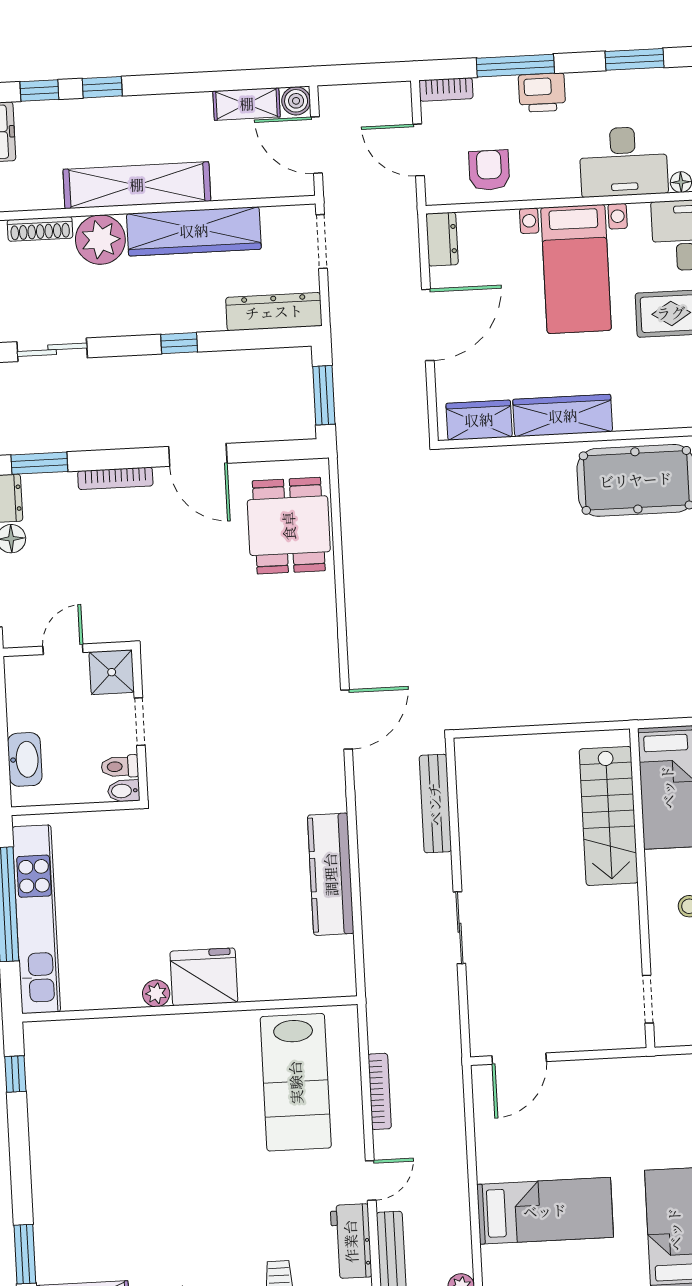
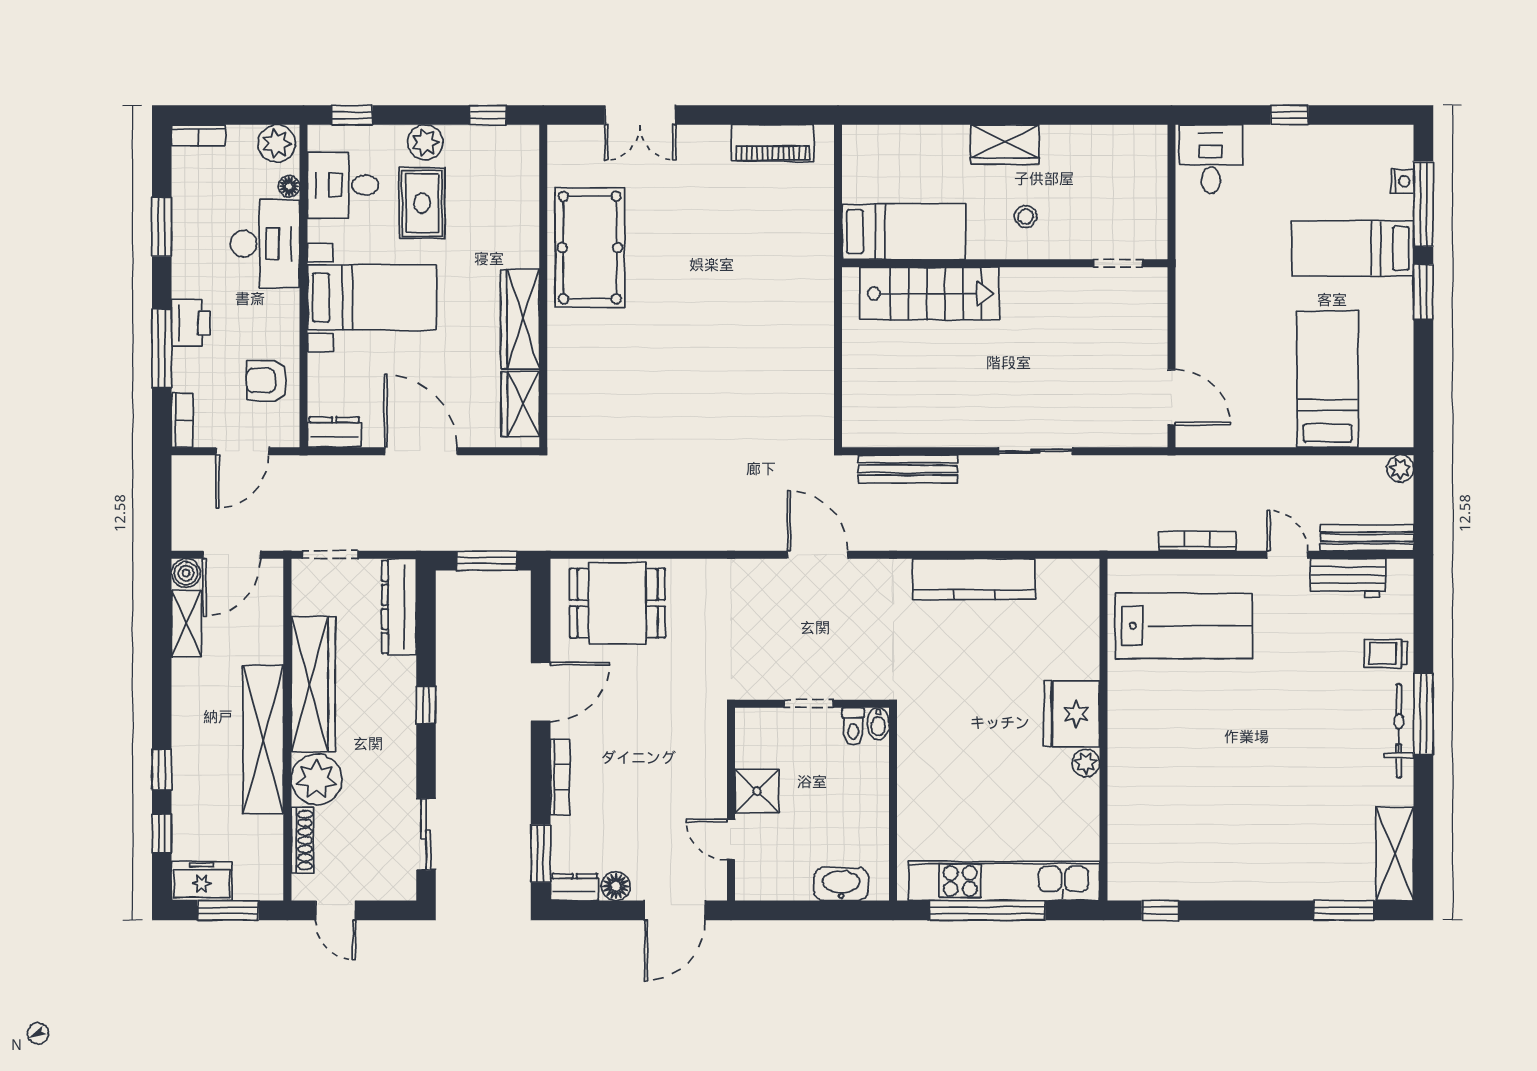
doorway: (140, 722) -> (809, 704), moved
wall: (140, 725) -> (812, 704), moved
toilet: (120, 766) -> (853, 726), moved
bidet: (124, 791) -> (878, 724), moved

